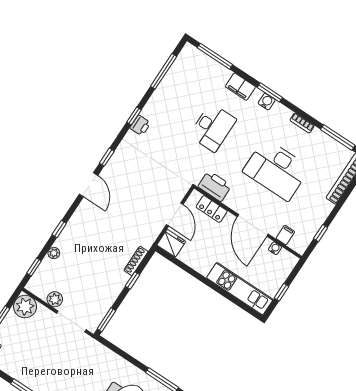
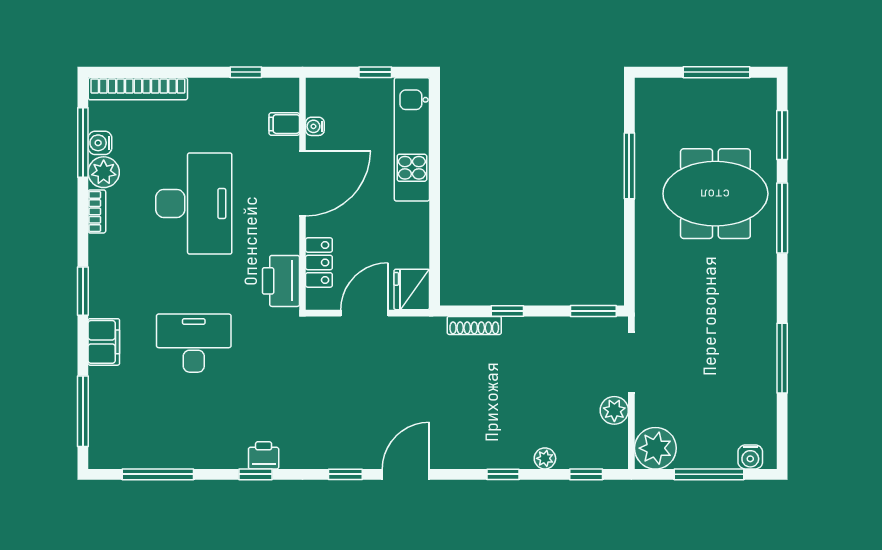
water cooler: (267, 102) -> (100, 143), moved
plant: (318, 138) -> (104, 172), added

